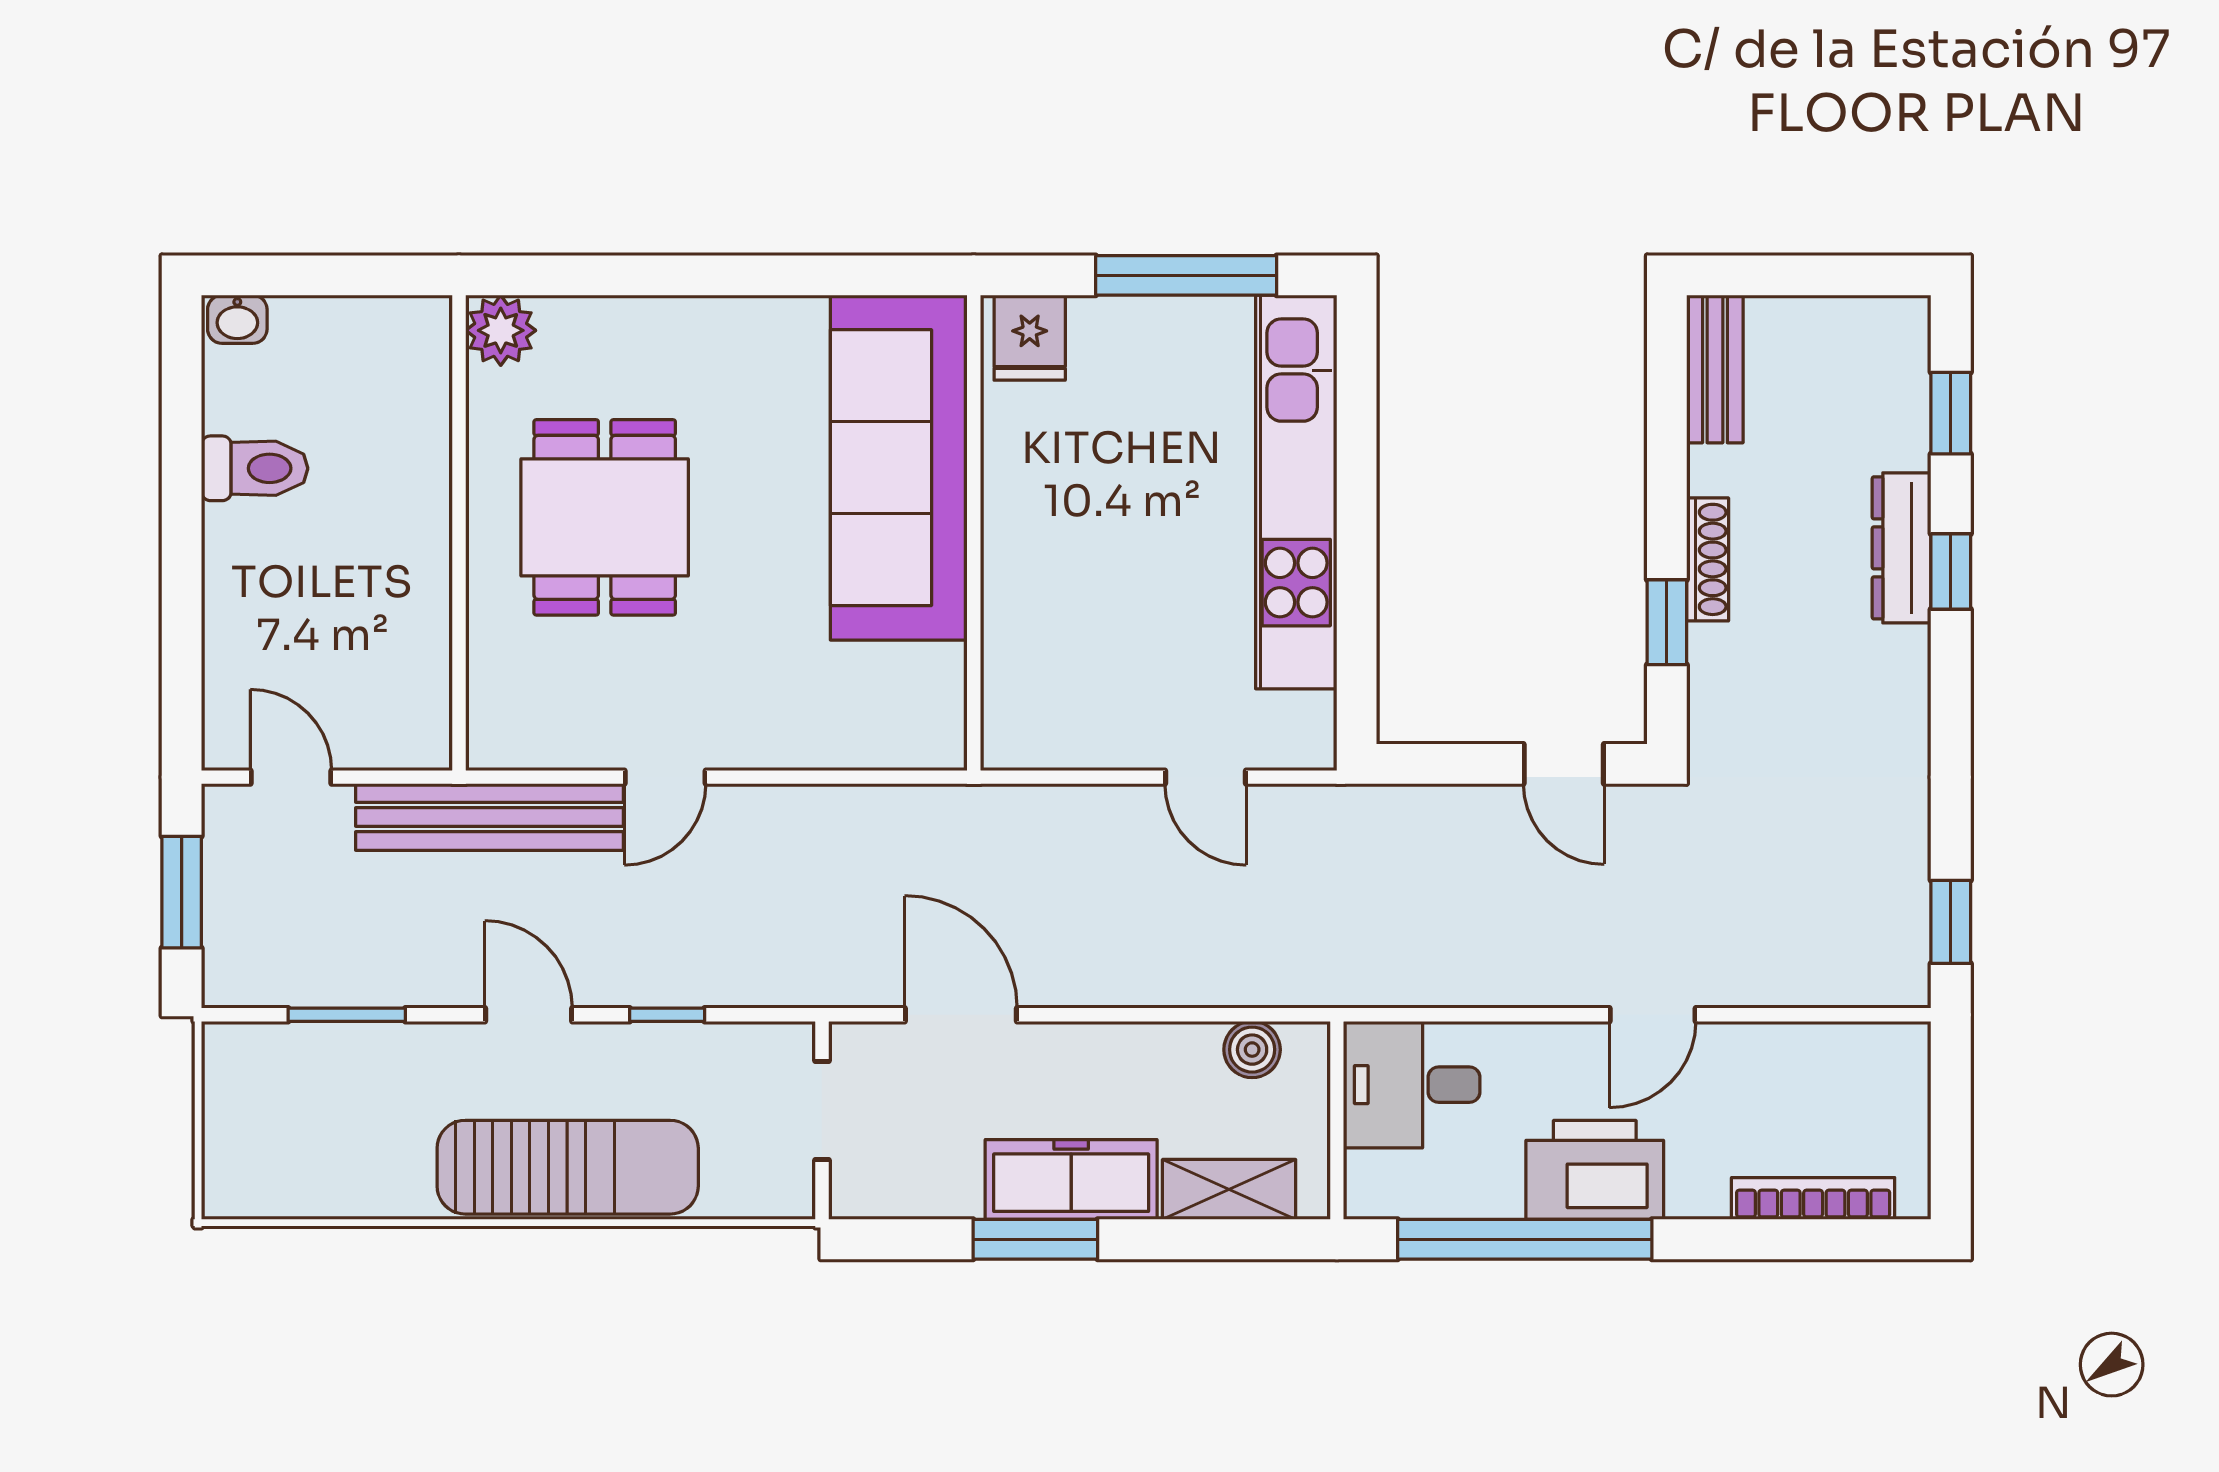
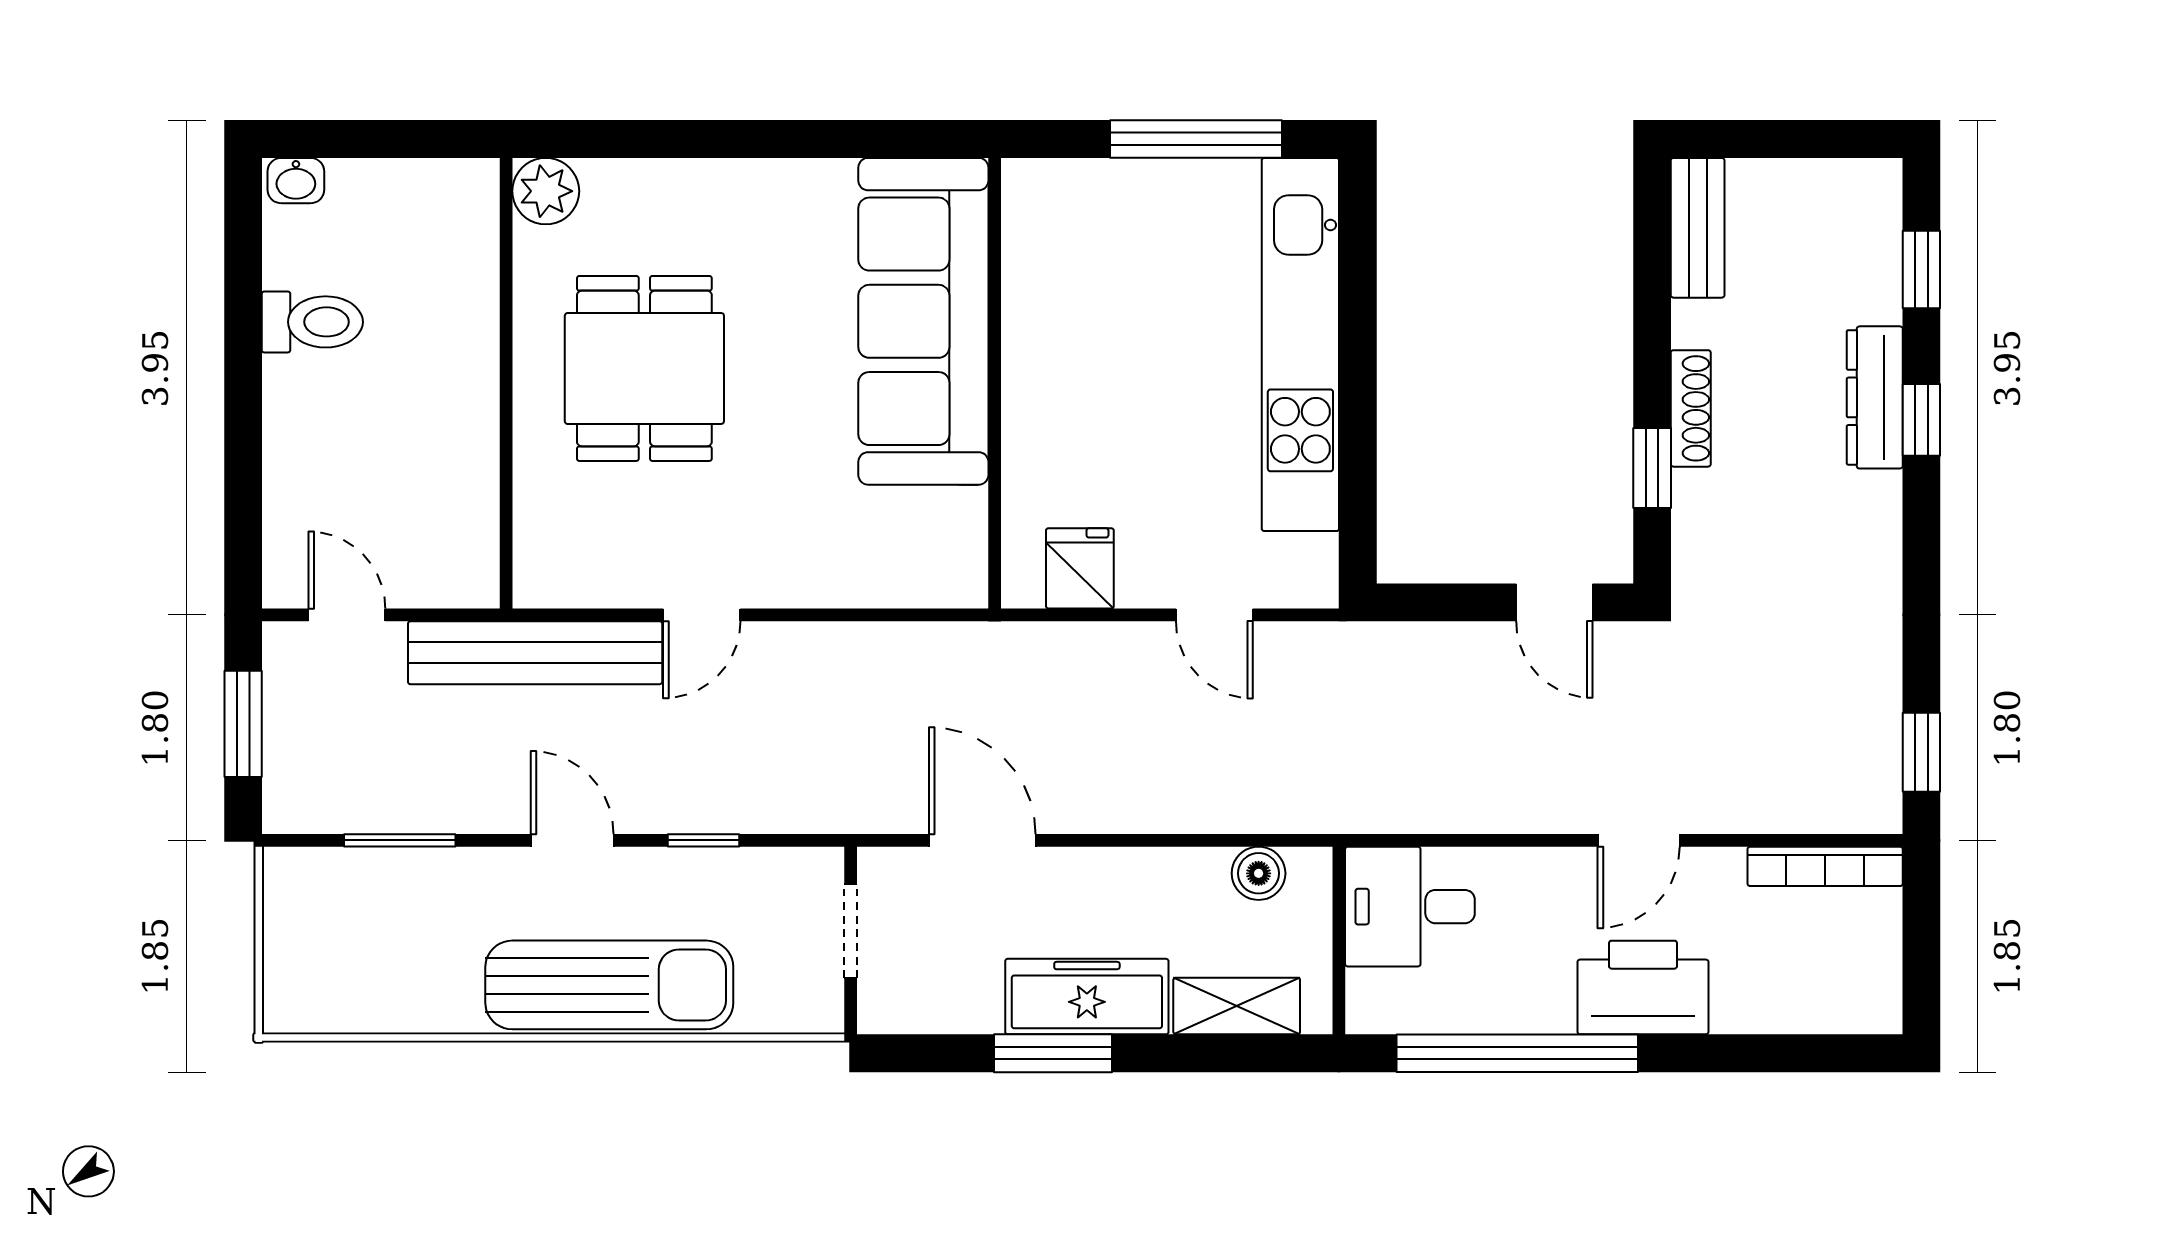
fridge: (1030, 338) -> (1080, 568), moved, turned 180
printer: (1595, 1170) -> (1643, 988), moved
bookcase: (1813, 1198) -> (1825, 866), moved, turned 180

